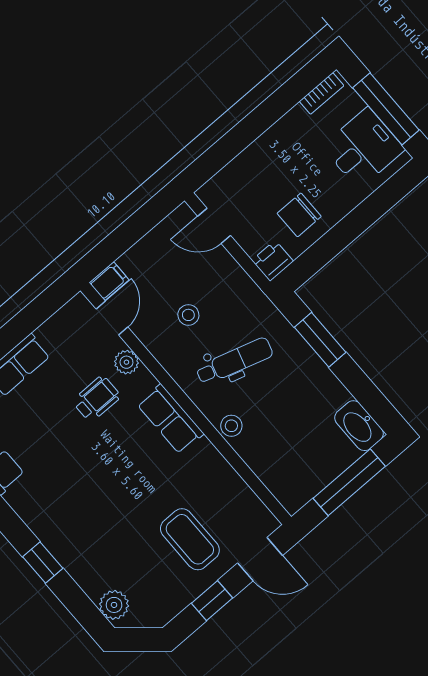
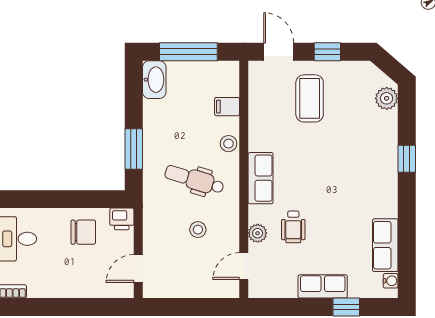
door: (214, 226) -> (138, 268), swing flipped
filing cabinet: (109, 281) -> (227, 107), moved
wheelchair: (96, 399) -> (293, 227), turned -90

